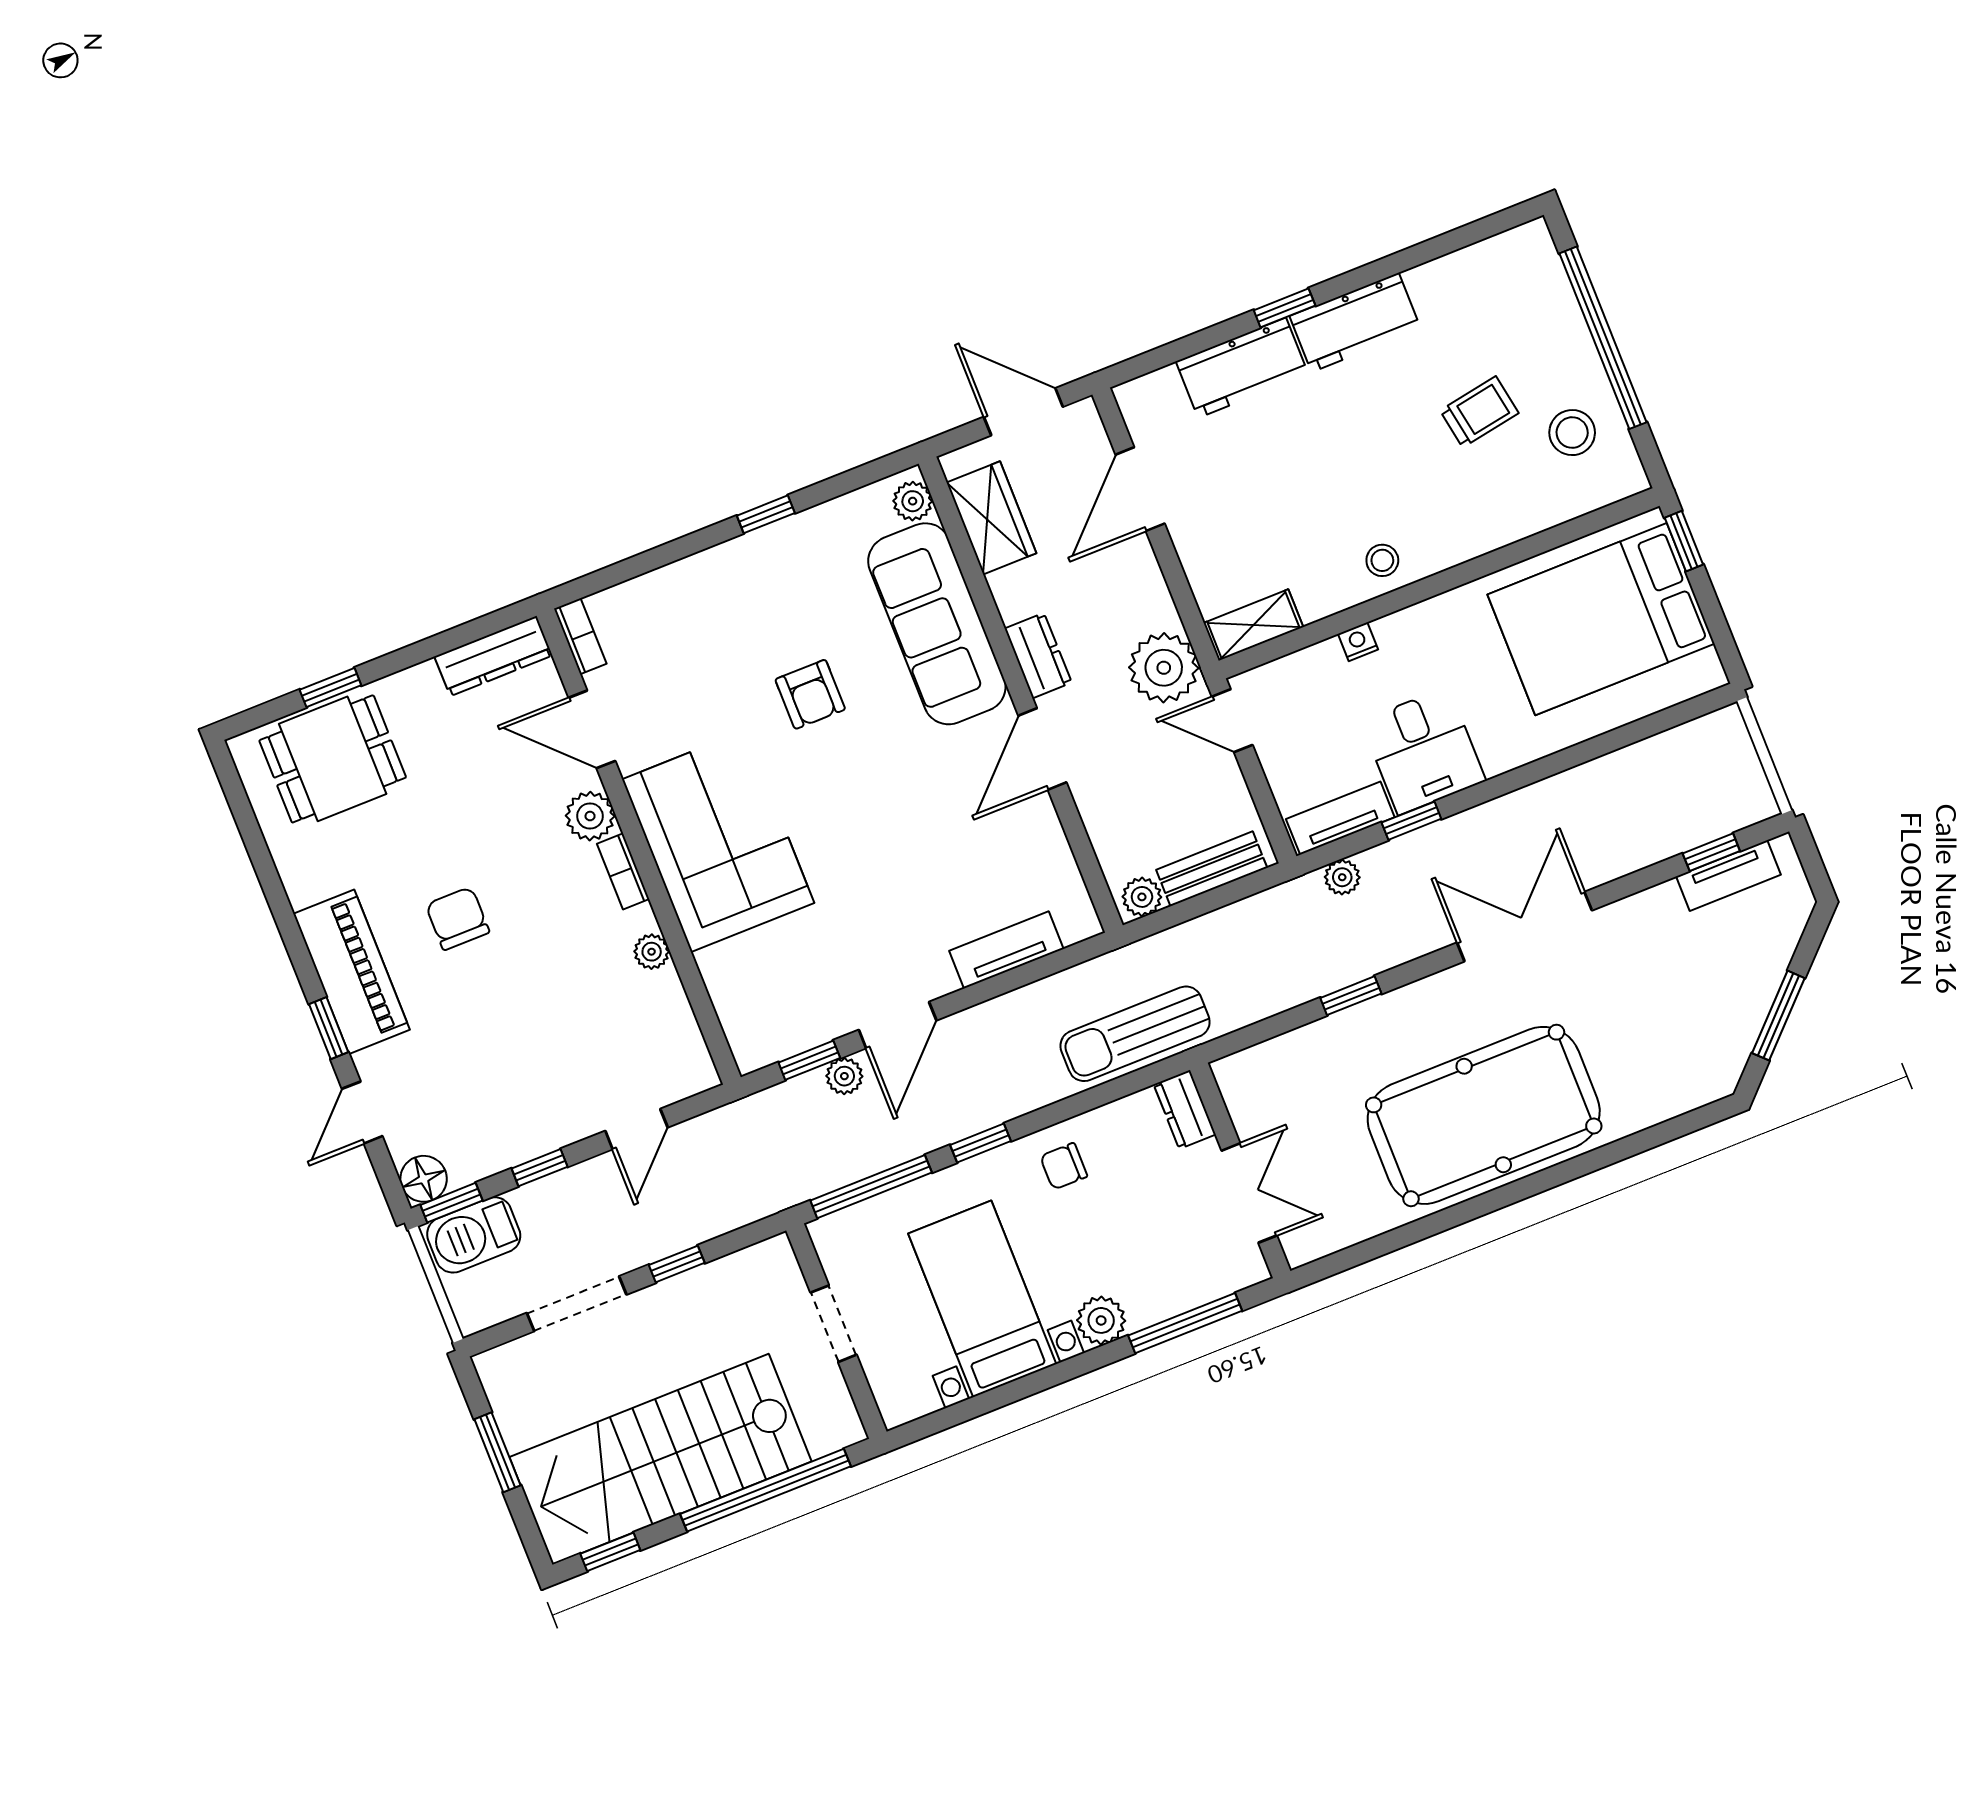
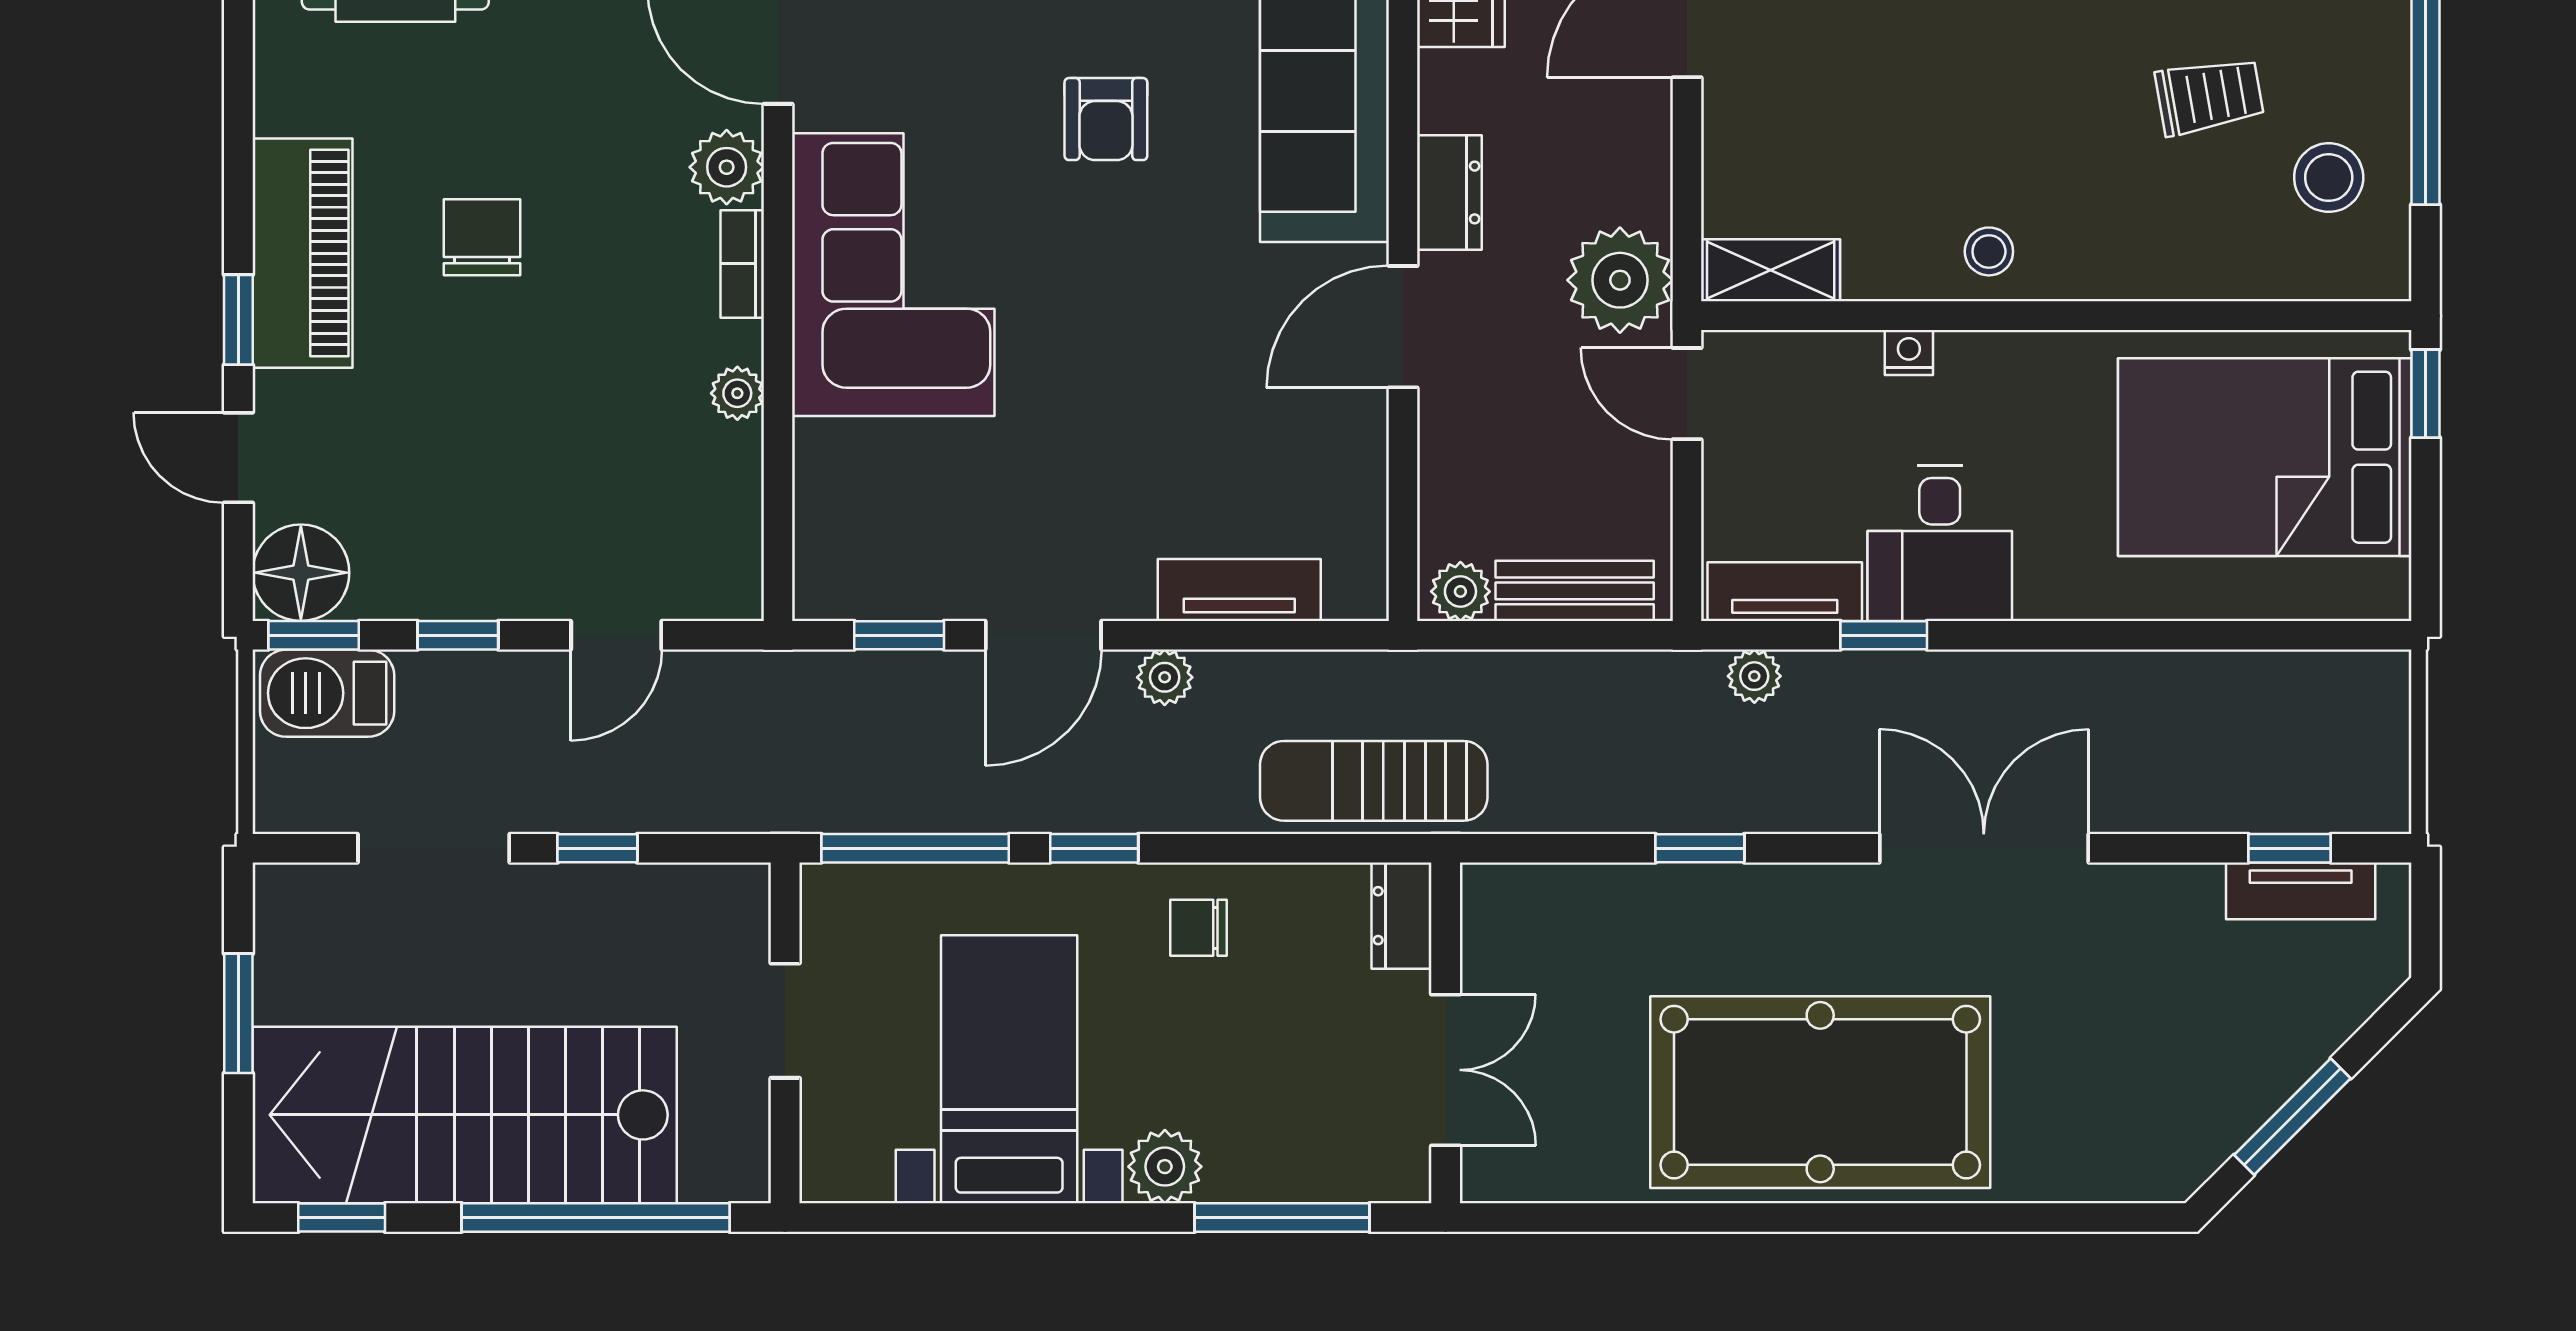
plant: (844, 1076) -> (1165, 677), moved
door: (362, 1112) -> (238, 458), hinge flipped
floor lamp: (424, 1179) -> (301, 573), width x1.38, depth x1.38

